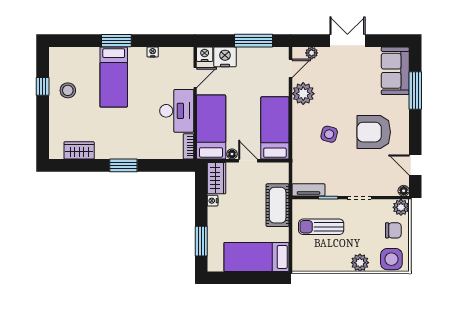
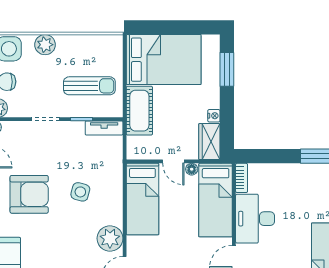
bed: (256, 257) -> (164, 60), width x1.50

